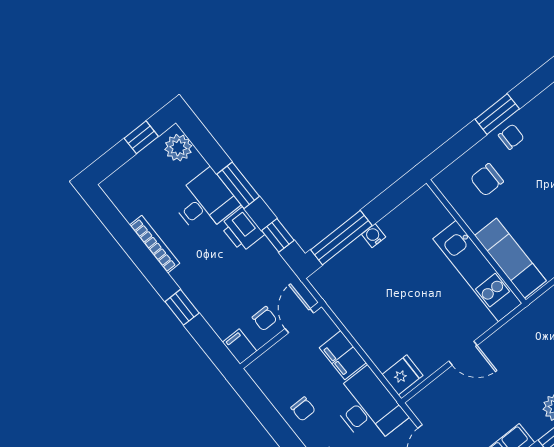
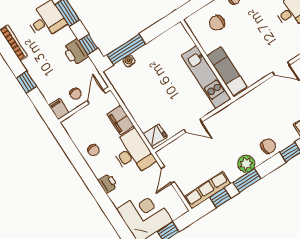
printer: (242, 230) -> (76, 52), moved
water cooler: (374, 236) -> (129, 61), moved

